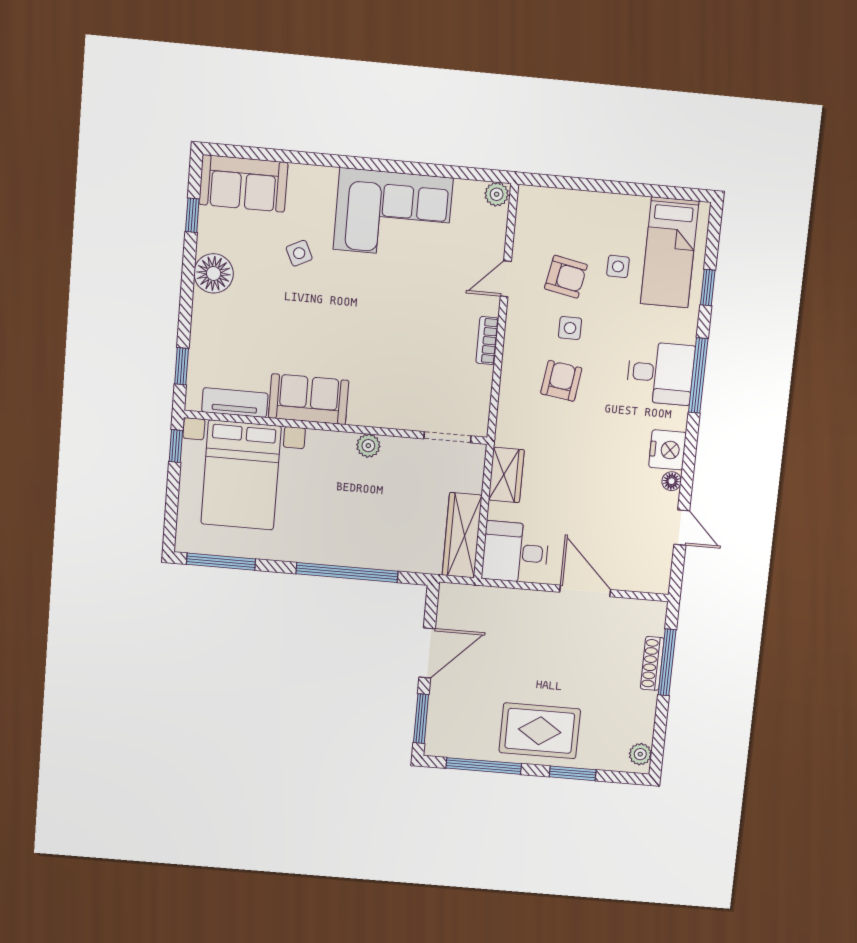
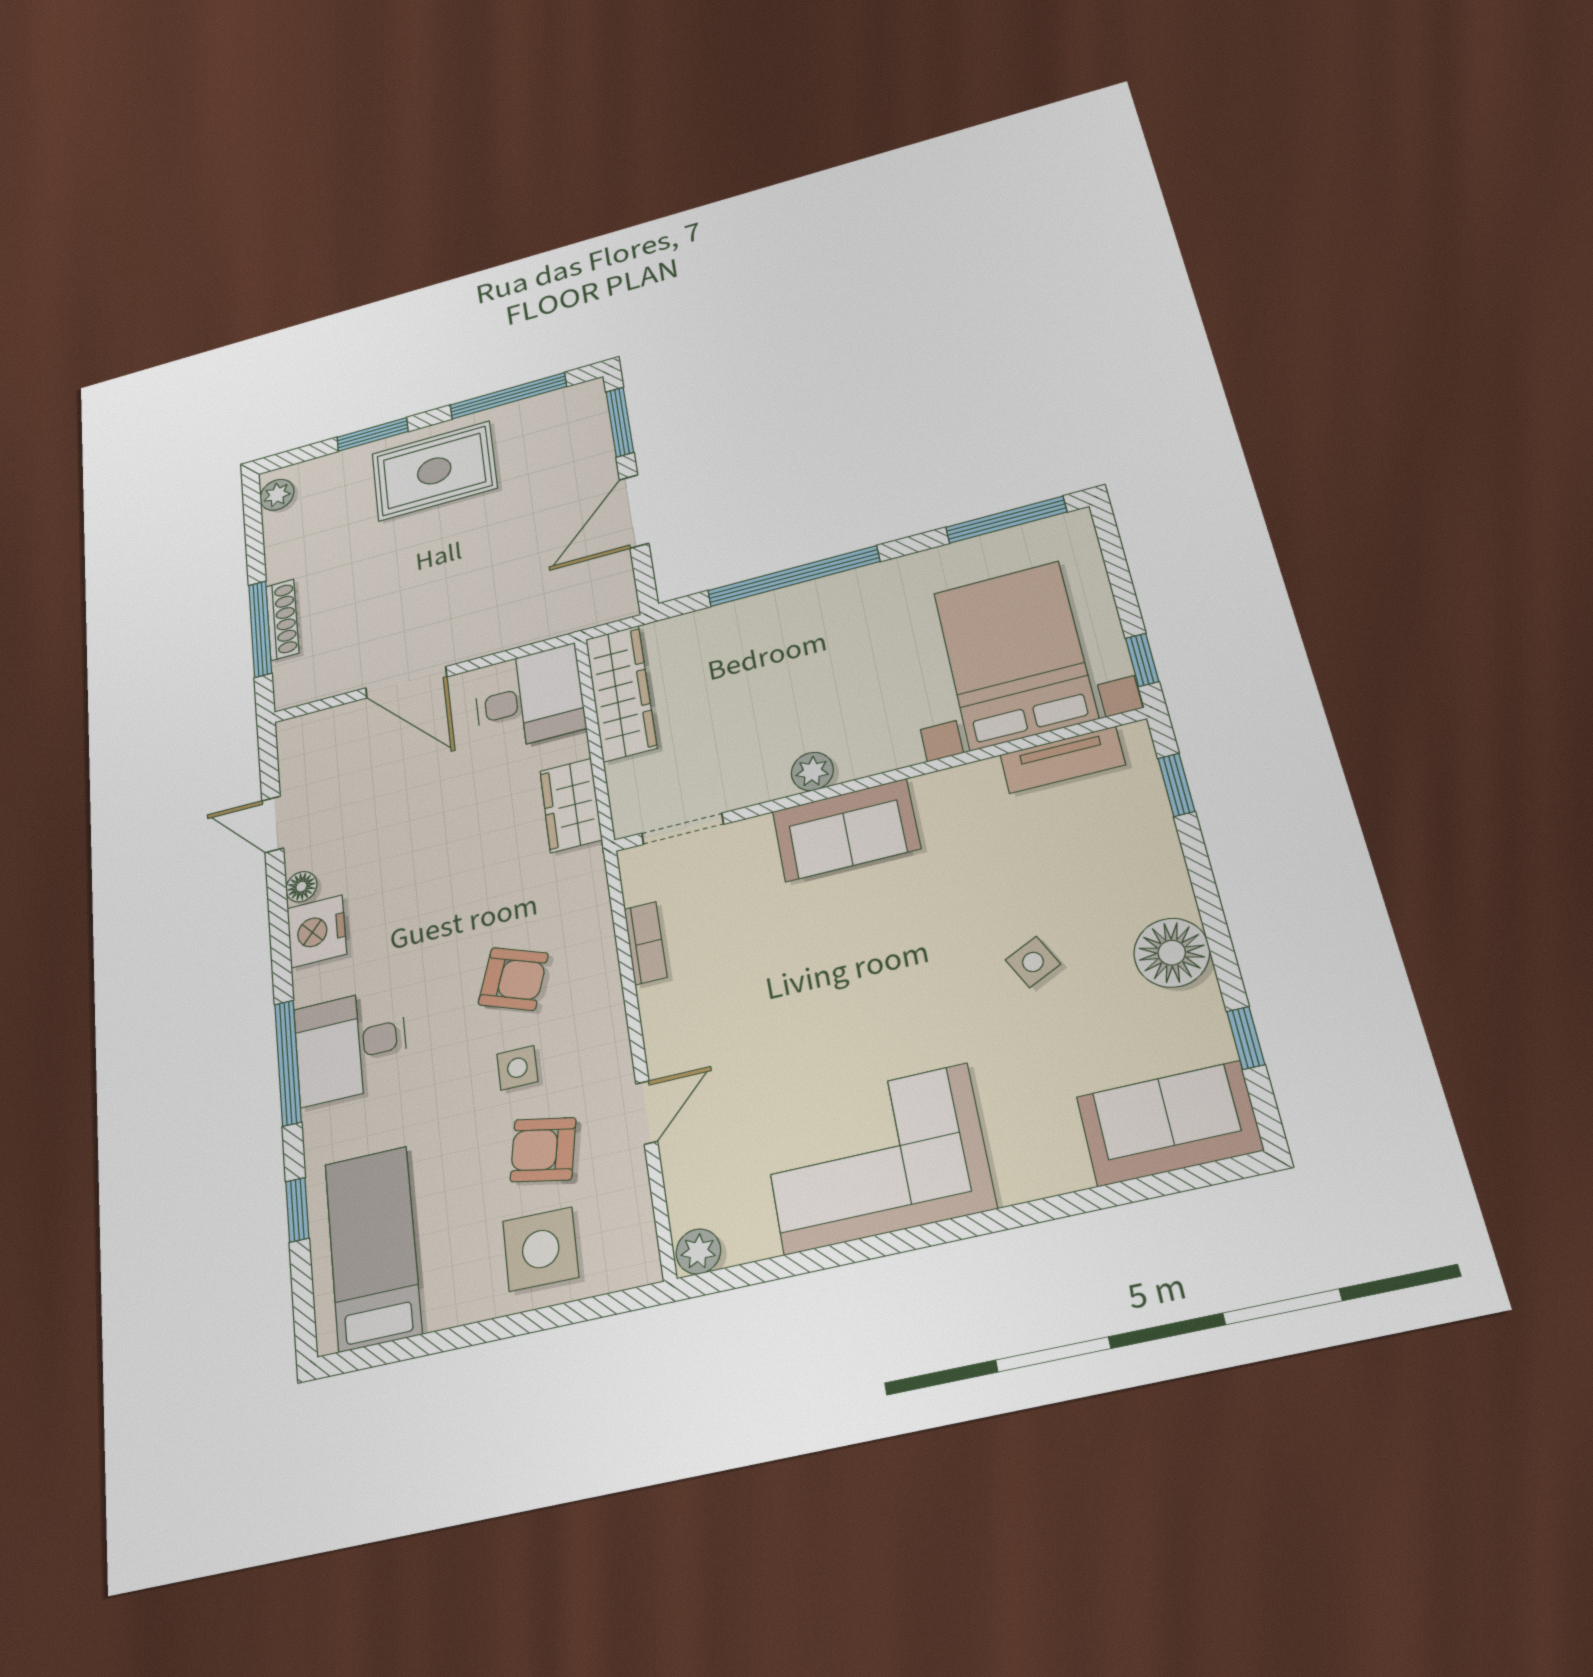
side table: (299, 253) -> (1033, 962), moved
side table: (618, 266) -> (541, 1249), moved, width x1.87, depth x1.87
bookcase: (487, 340) -> (645, 943), moved
armchair: (561, 381) -> (513, 979), turned -78
sofa: (309, 399) -> (846, 830), moved

